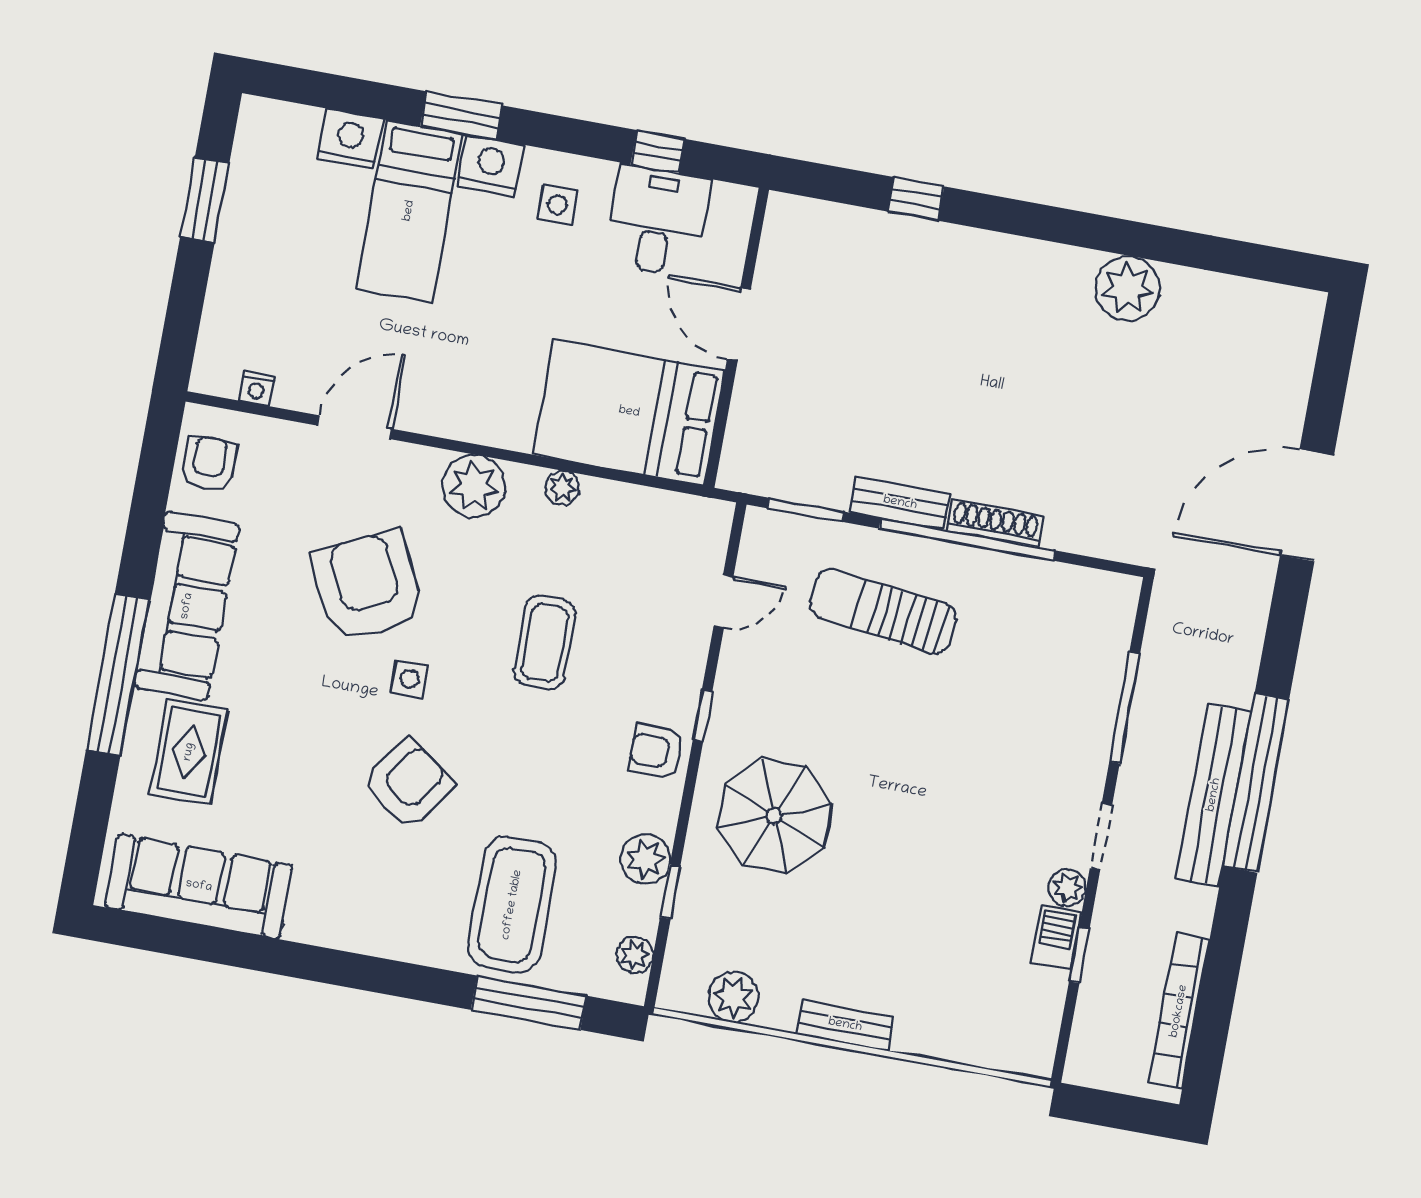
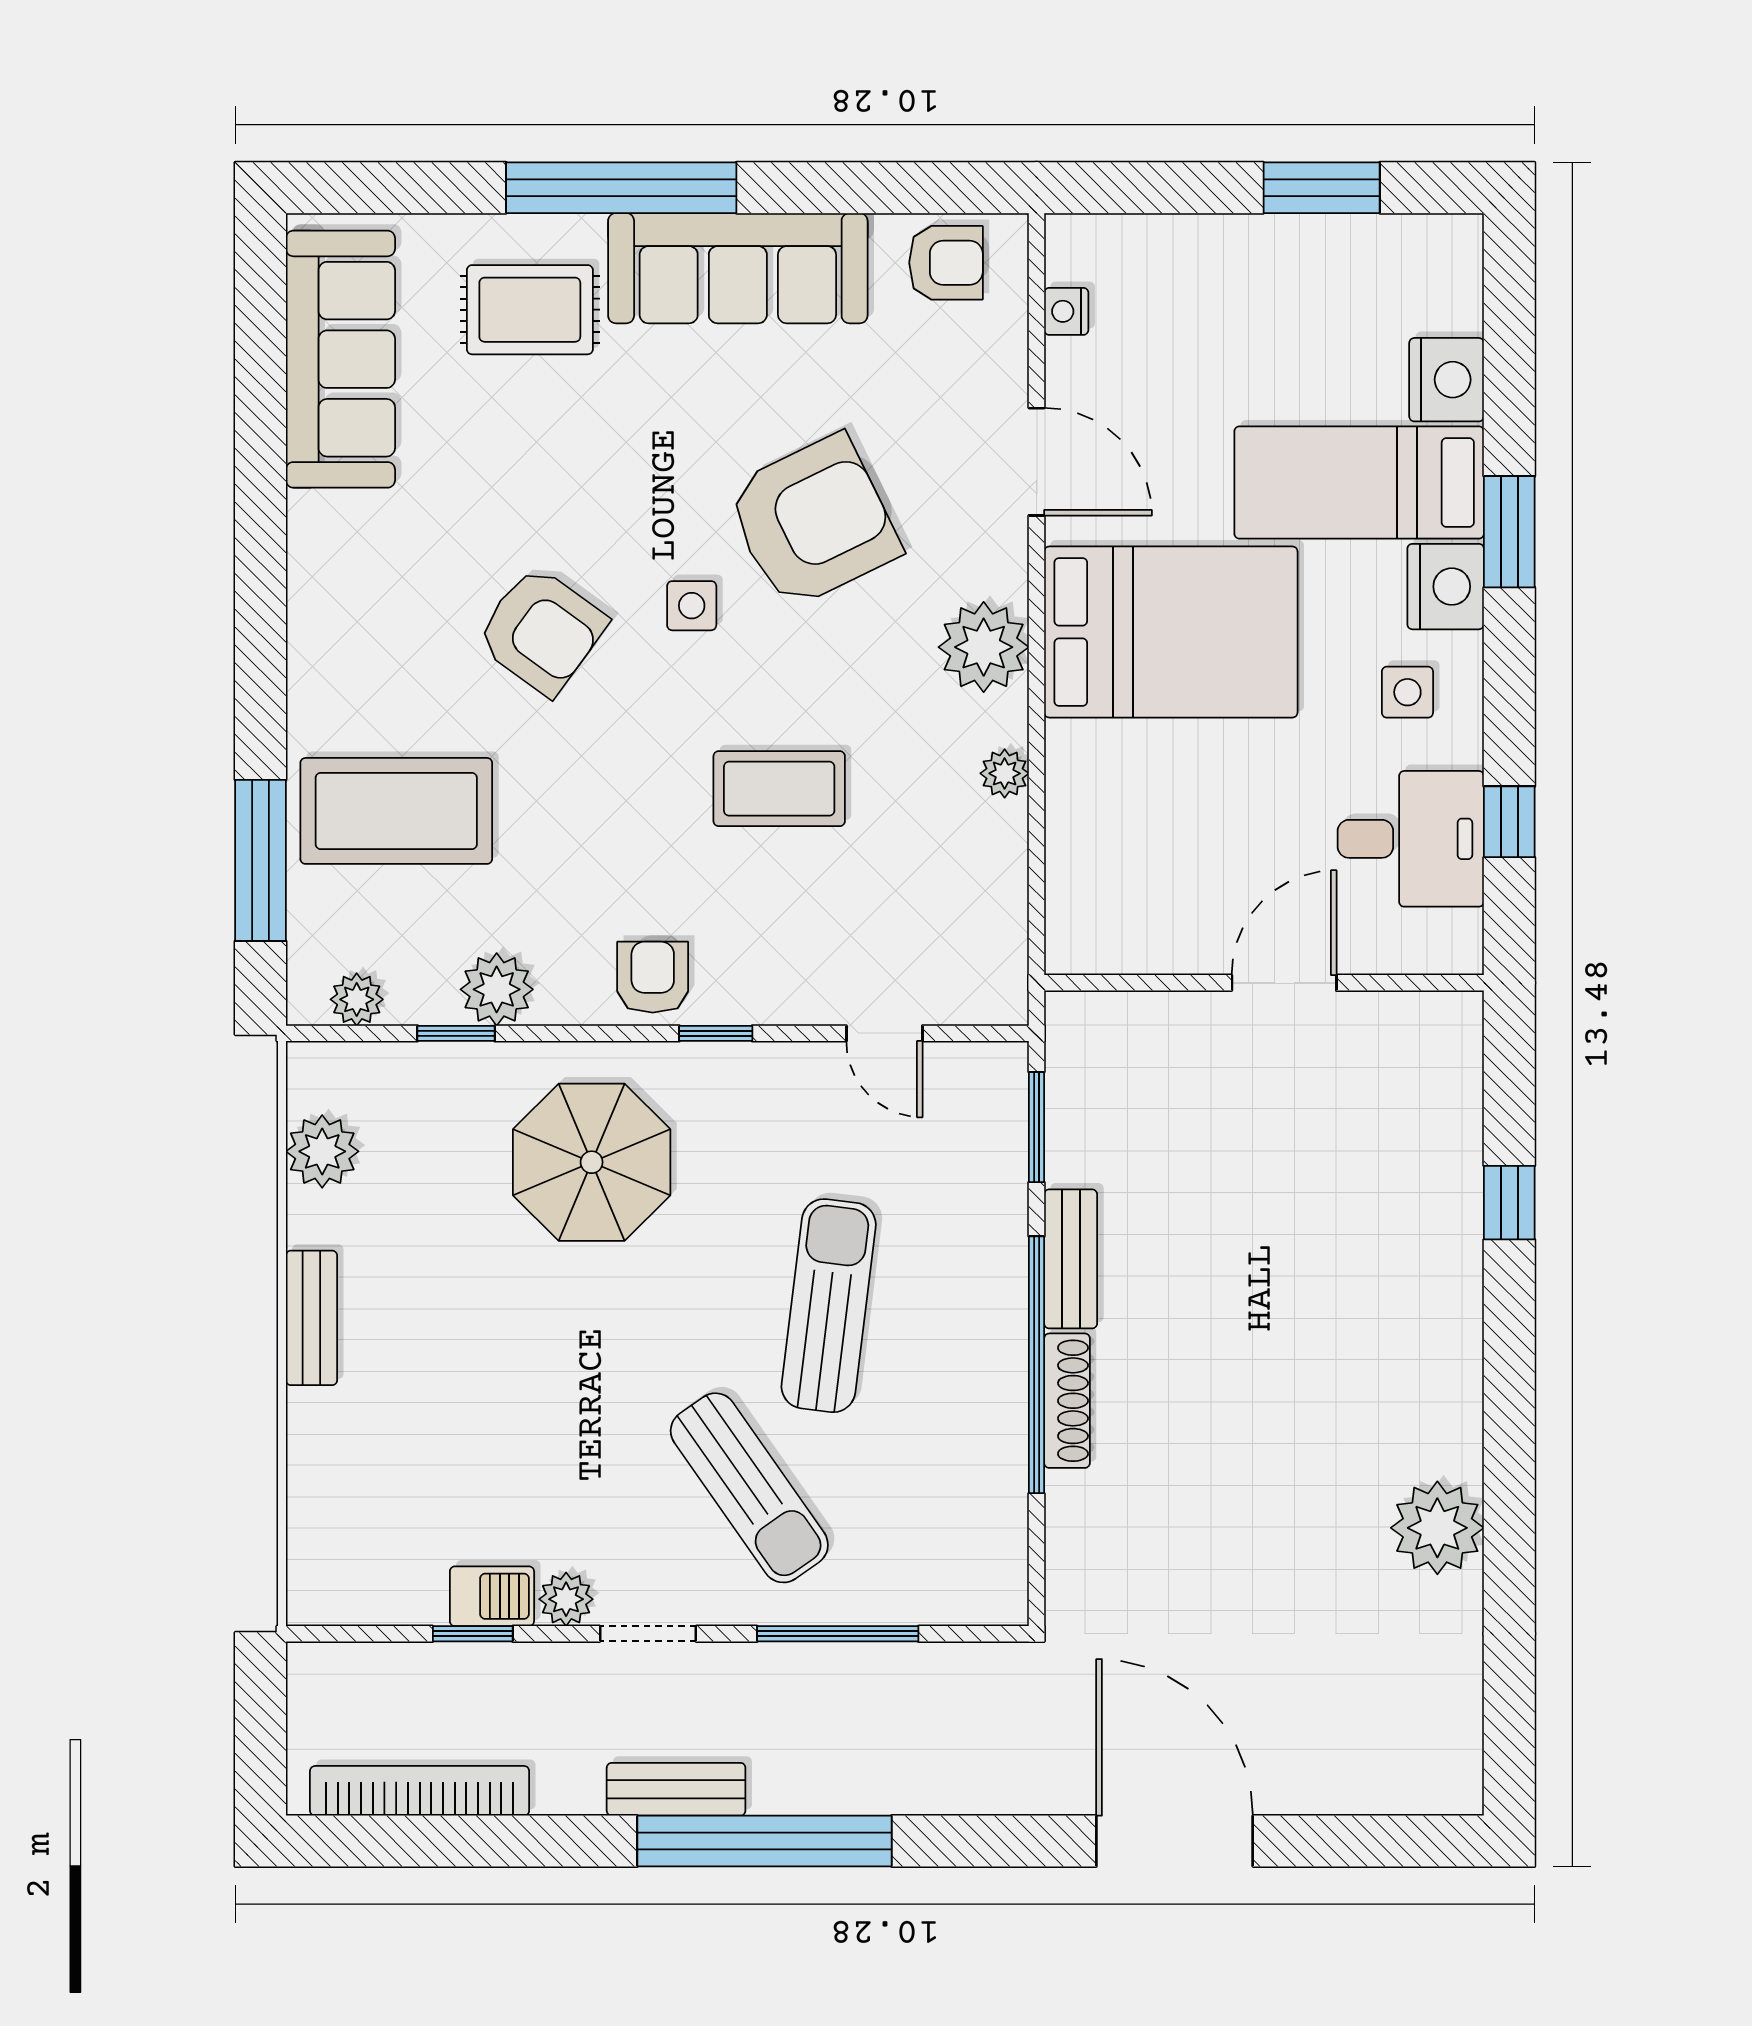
bed: (629, 412) -> (1171, 632), moved, turned 90
sun lounger: (883, 611) -> (829, 1306), moved
sun lounger: (1015, 750) -> (749, 1488), added
bench: (1214, 795) -> (676, 1789), width x0.54, depth x0.82

